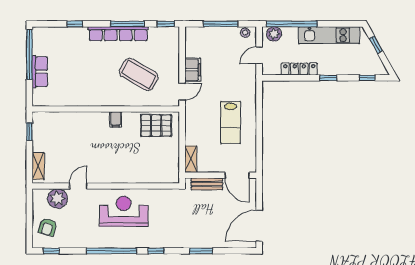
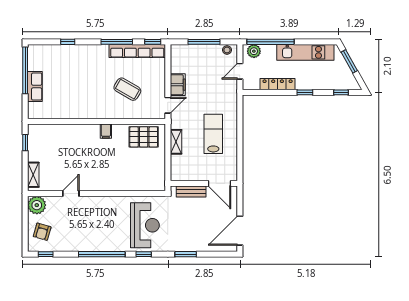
row of seats: (118, 34) -> (137, 51), moved
window: (376, 45) -> (349, 61), width x1.50
coffee table: (139, 74) -> (127, 89), width x0.73, depth x0.76
lab bench: (231, 122) -> (213, 134), turned 180
shelving: (191, 159) -> (176, 142), moved
plant: (58, 198) -> (37, 205), moved
reception desk: (124, 211) -> (145, 225), moved, turned 90

